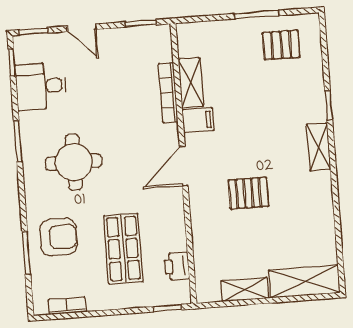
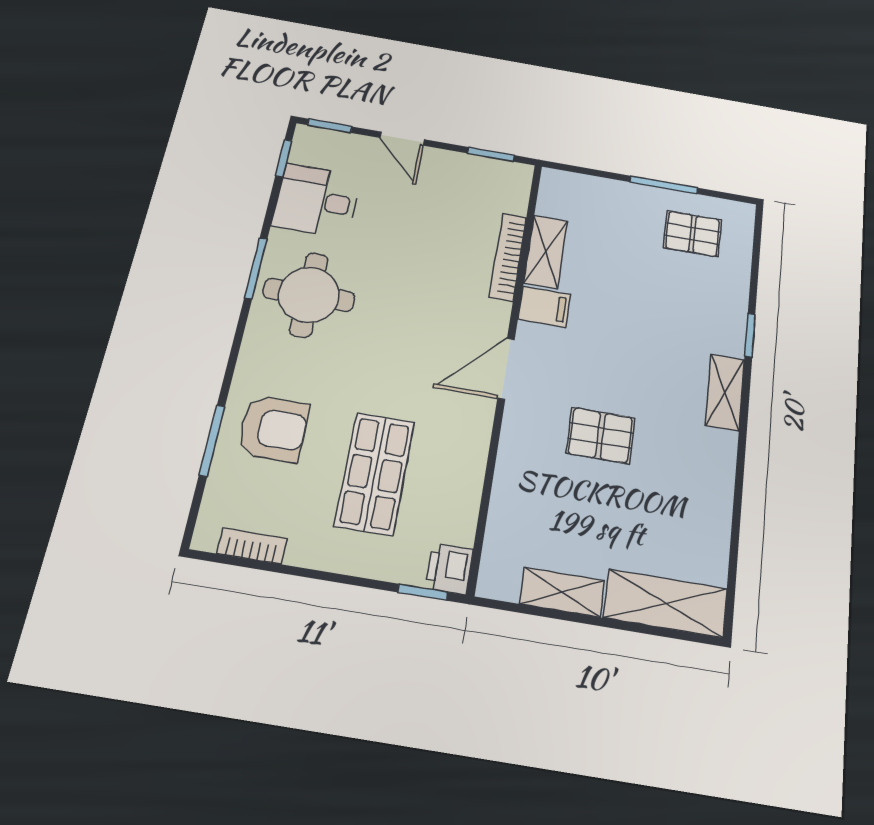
round table: (74, 162) -> (309, 295), moved
printer: (177, 266) -> (449, 569), moved

